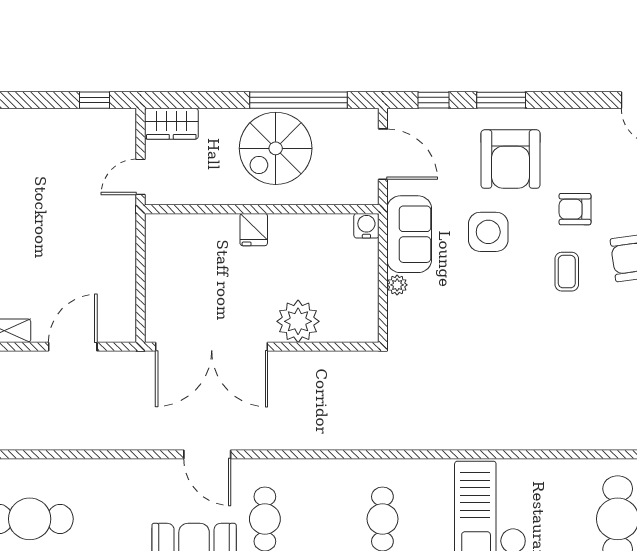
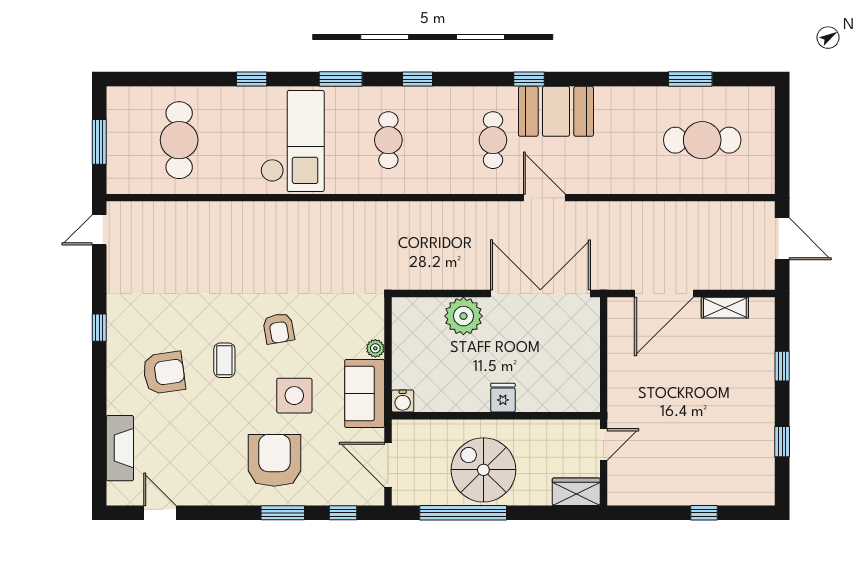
window: (94, 100) -> (704, 513), moved
spiral stairs: (276, 148) -> (483, 470), turned -90
armchair: (575, 209) -> (279, 328), moved, turned 80
door: (73, 347) -> (664, 293), width x1.36

